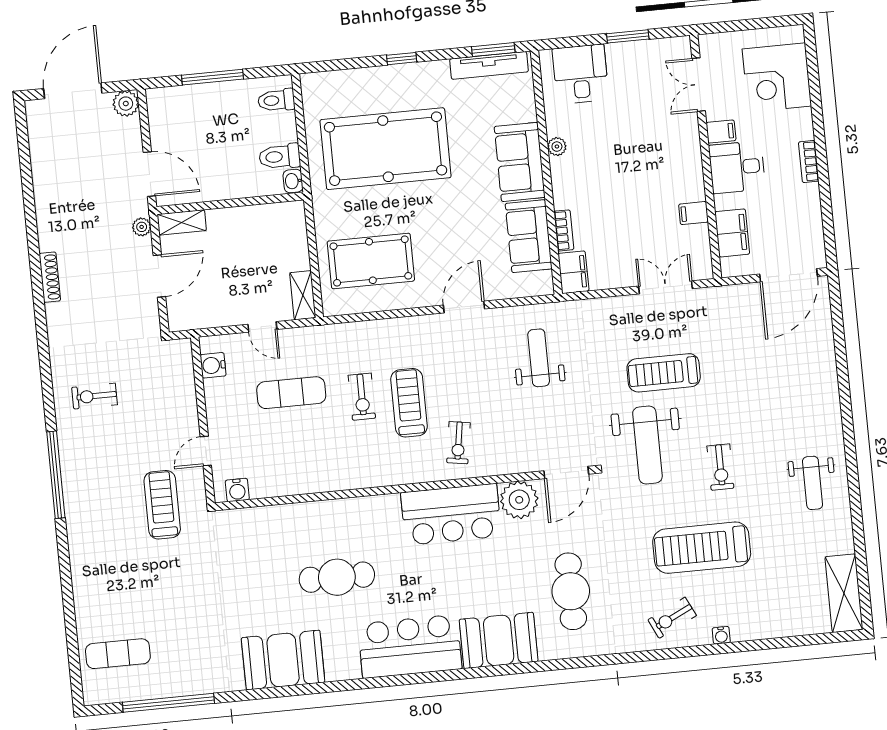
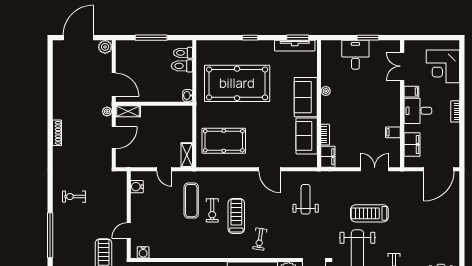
desk: (581, 74) -> (355, 55), moved
toilet: (280, 157) -> (182, 66), moved
door: (464, 307) -> (270, 169), swing flipped
exercise mat: (291, 393) -> (191, 201), moved, turned 90

